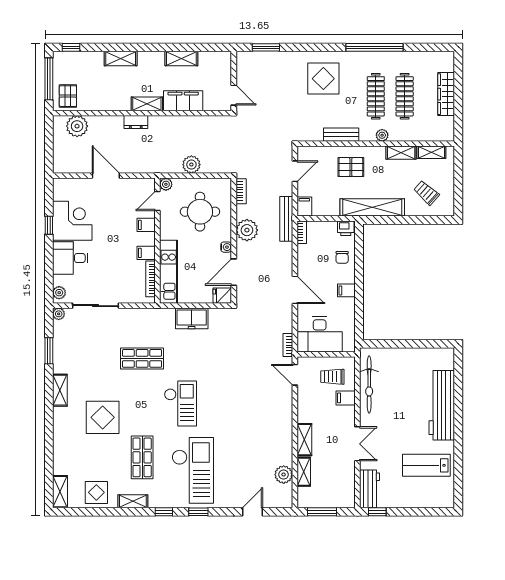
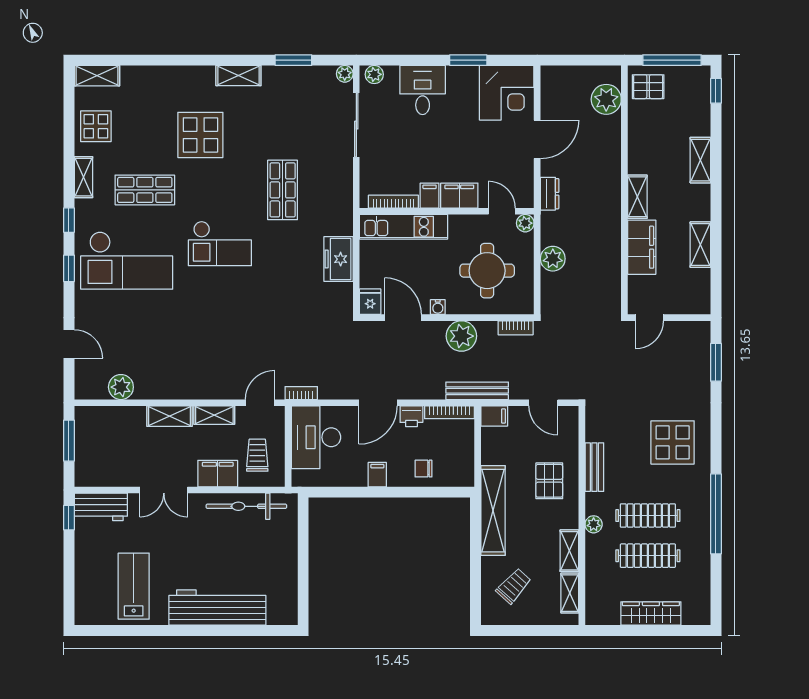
dresser: (136, 122) -> (550, 194), moved, turned 180
corner desk: (72, 221) -> (507, 93), moved
window: (49, 225) -> (468, 60), width x1.50
filing cabinet: (146, 225) -> (459, 196), width x2.00
printer: (346, 228) -> (411, 416), moved, turned -90
bookcase: (302, 232) -> (449, 412), width x1.56
filing cabinet: (346, 398) -> (218, 474), width x2.00
shelving: (304, 472) -> (214, 415), moved

